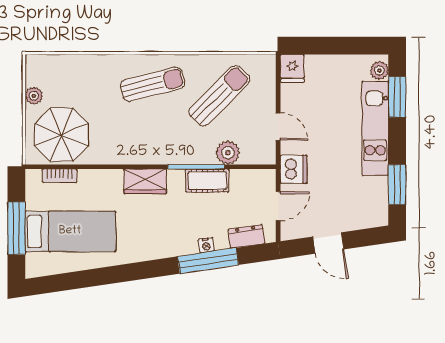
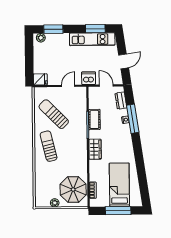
kitchen unit: (375, 128) -> (92, 39), moved
plant: (228, 153) -> (81, 110), removed

